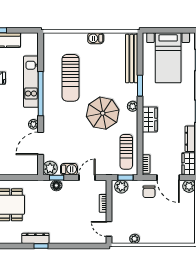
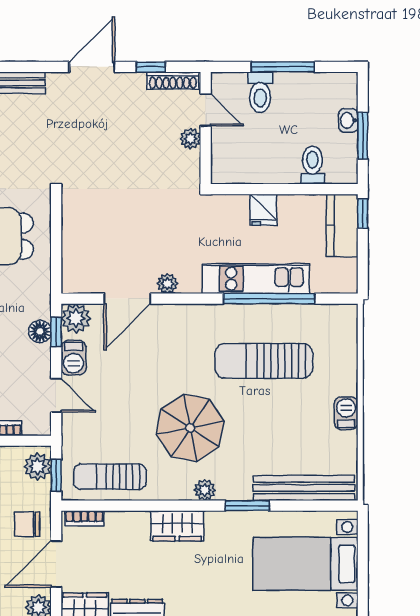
window: (41, 94) -> (269, 299), moved
door: (41, 143) -> (127, 299), swing flipped

